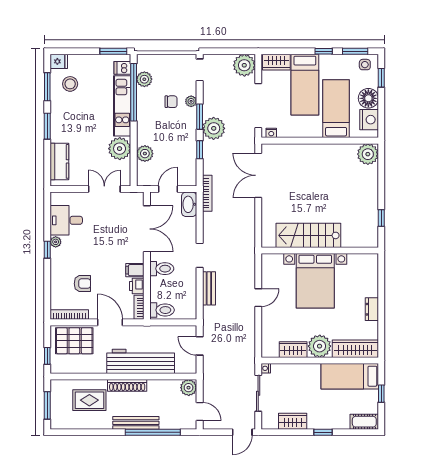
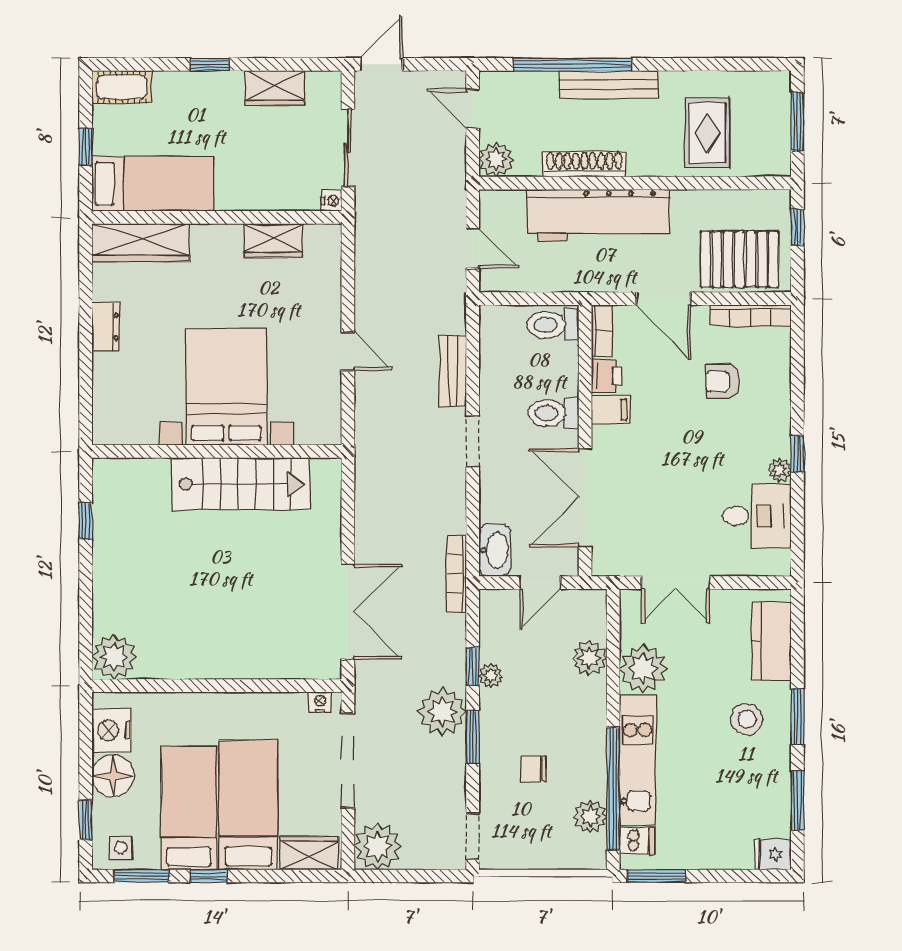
stool: (70, 84) -> (747, 719), moved
plant: (191, 101) -> (491, 676), moved
bed: (336, 109) -> (189, 808), moved, turned 180
door: (258, 298) -> (348, 351), swing flipped
plant: (320, 346) -> (217, 248), removed
shoe rack: (127, 385) -> (584, 164), moved
rug: (89, 400) -> (707, 133), turned 90

